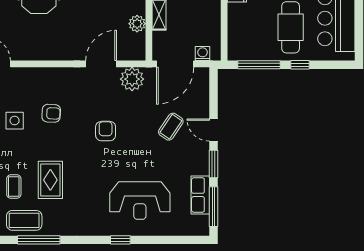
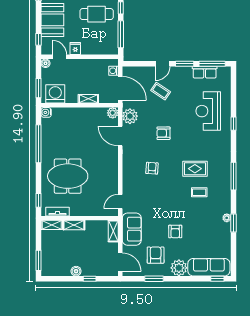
plant: (137, 24) -> (113, 113), moved
side table: (15, 121) -> (157, 192), removed
reception desk: (140, 201) -> (208, 111), turned 180
coffee table: (24, 220) -> (221, 186), removed

